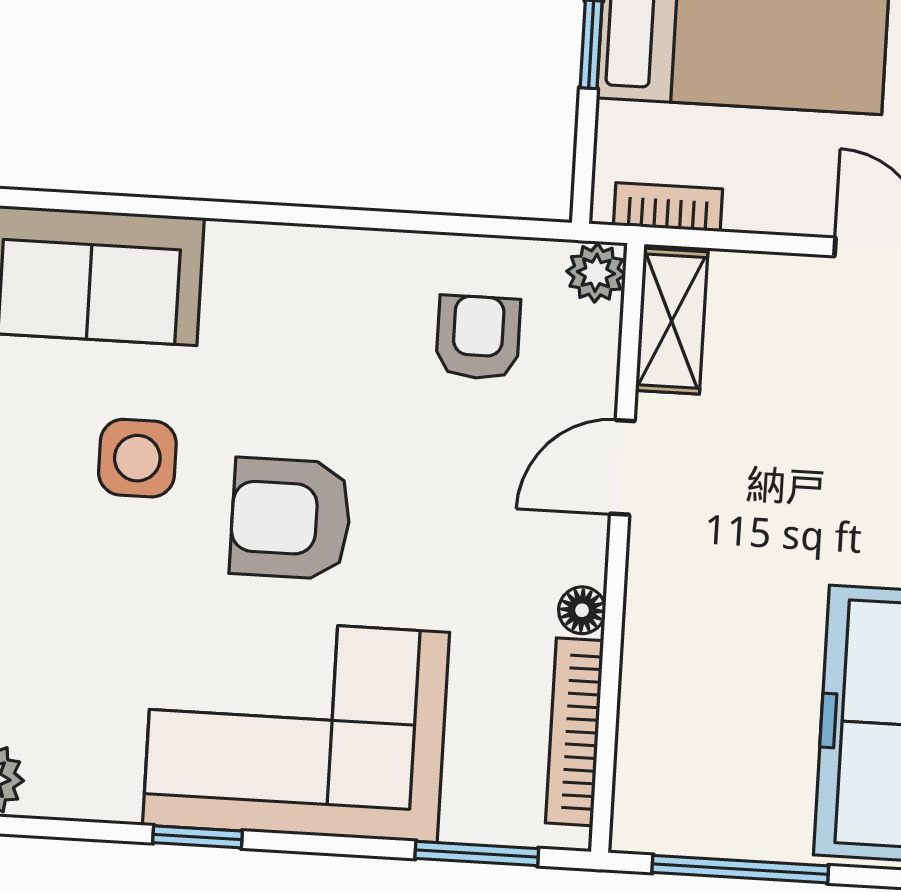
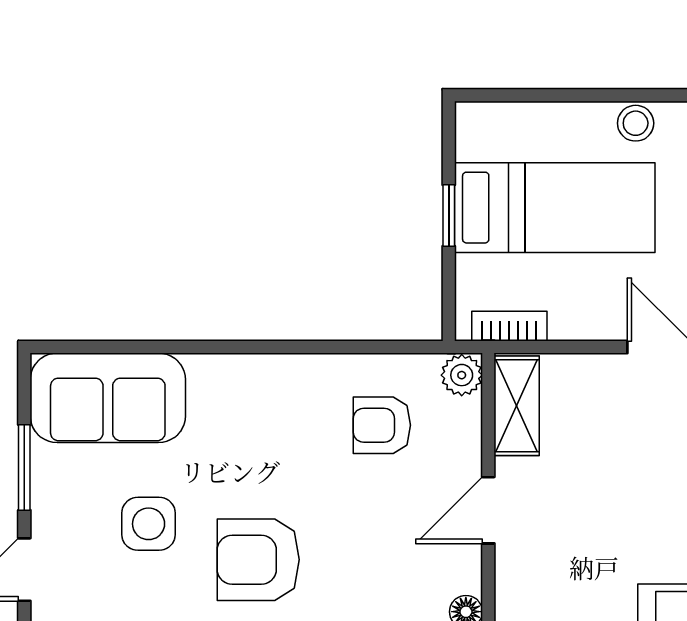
armchair: (478, 337) -> (382, 425), turned -90

